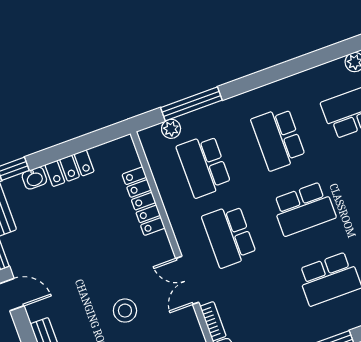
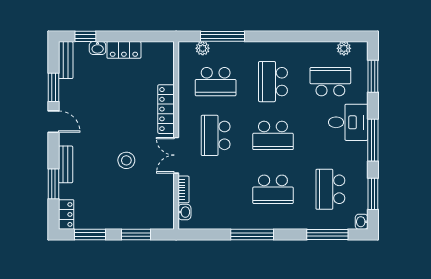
school desk: (204, 166) -> (216, 82), turned -90
locker: (144, 201) -> (166, 109), moved

